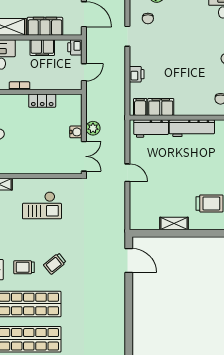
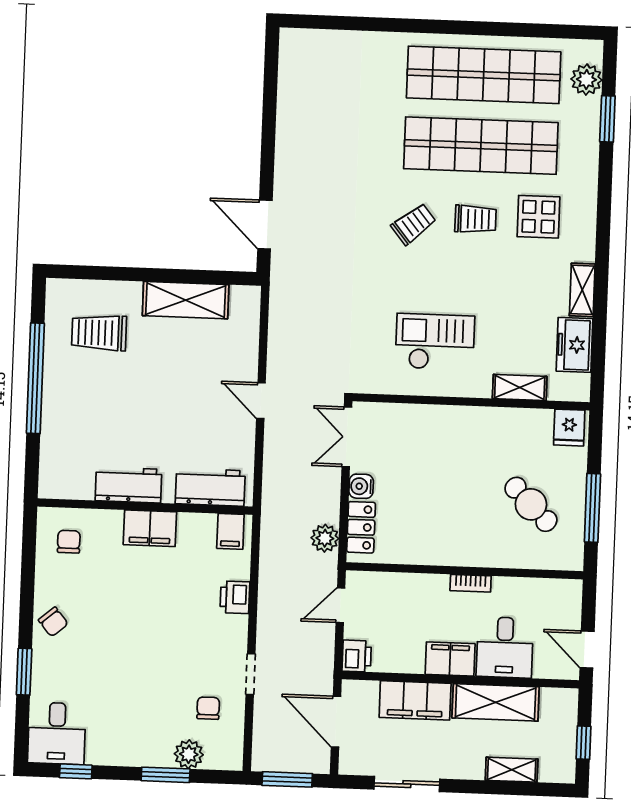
filing cabinet: (42, 48) -> (450, 659), moved
locker: (42, 101) -> (361, 527), moved, turned 90
filing cabinet: (161, 107) -> (150, 528), moved
plant: (93, 128) -> (325, 538), moved
workbench: (192, 128) -> (128, 485), width x0.73
shelving: (174, 223) -> (186, 300), width x1.50, depth x1.33

